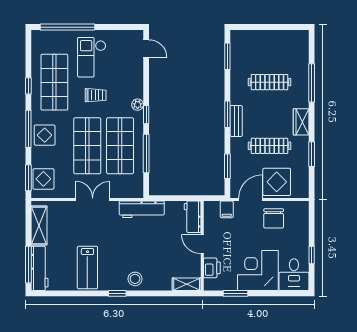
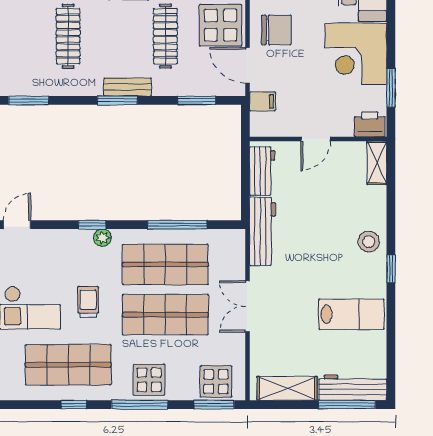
window: (146, 115) -> (92, 225), moved
workbench: (193, 217) -> (262, 171), moved, turned -90
printer: (212, 268) -> (370, 124), moved

